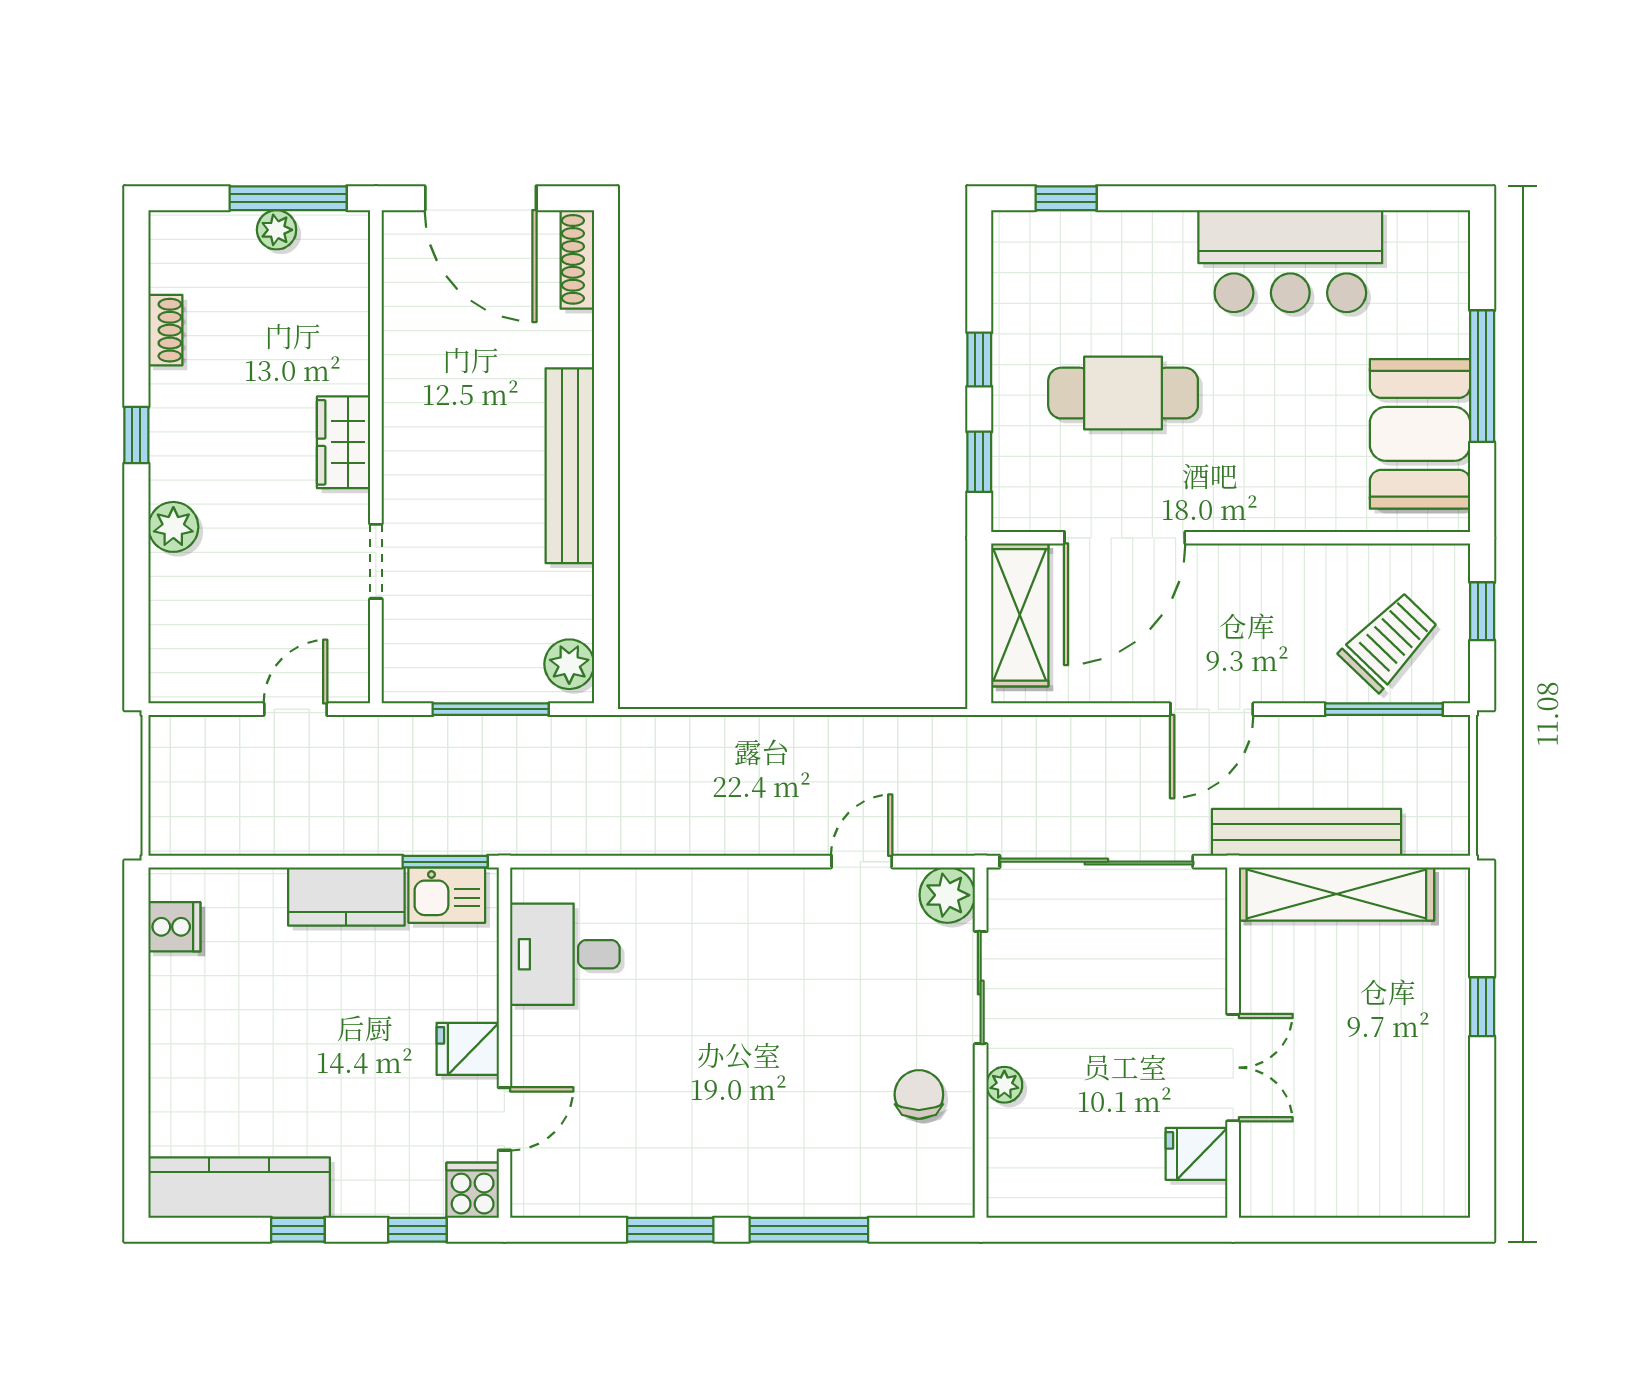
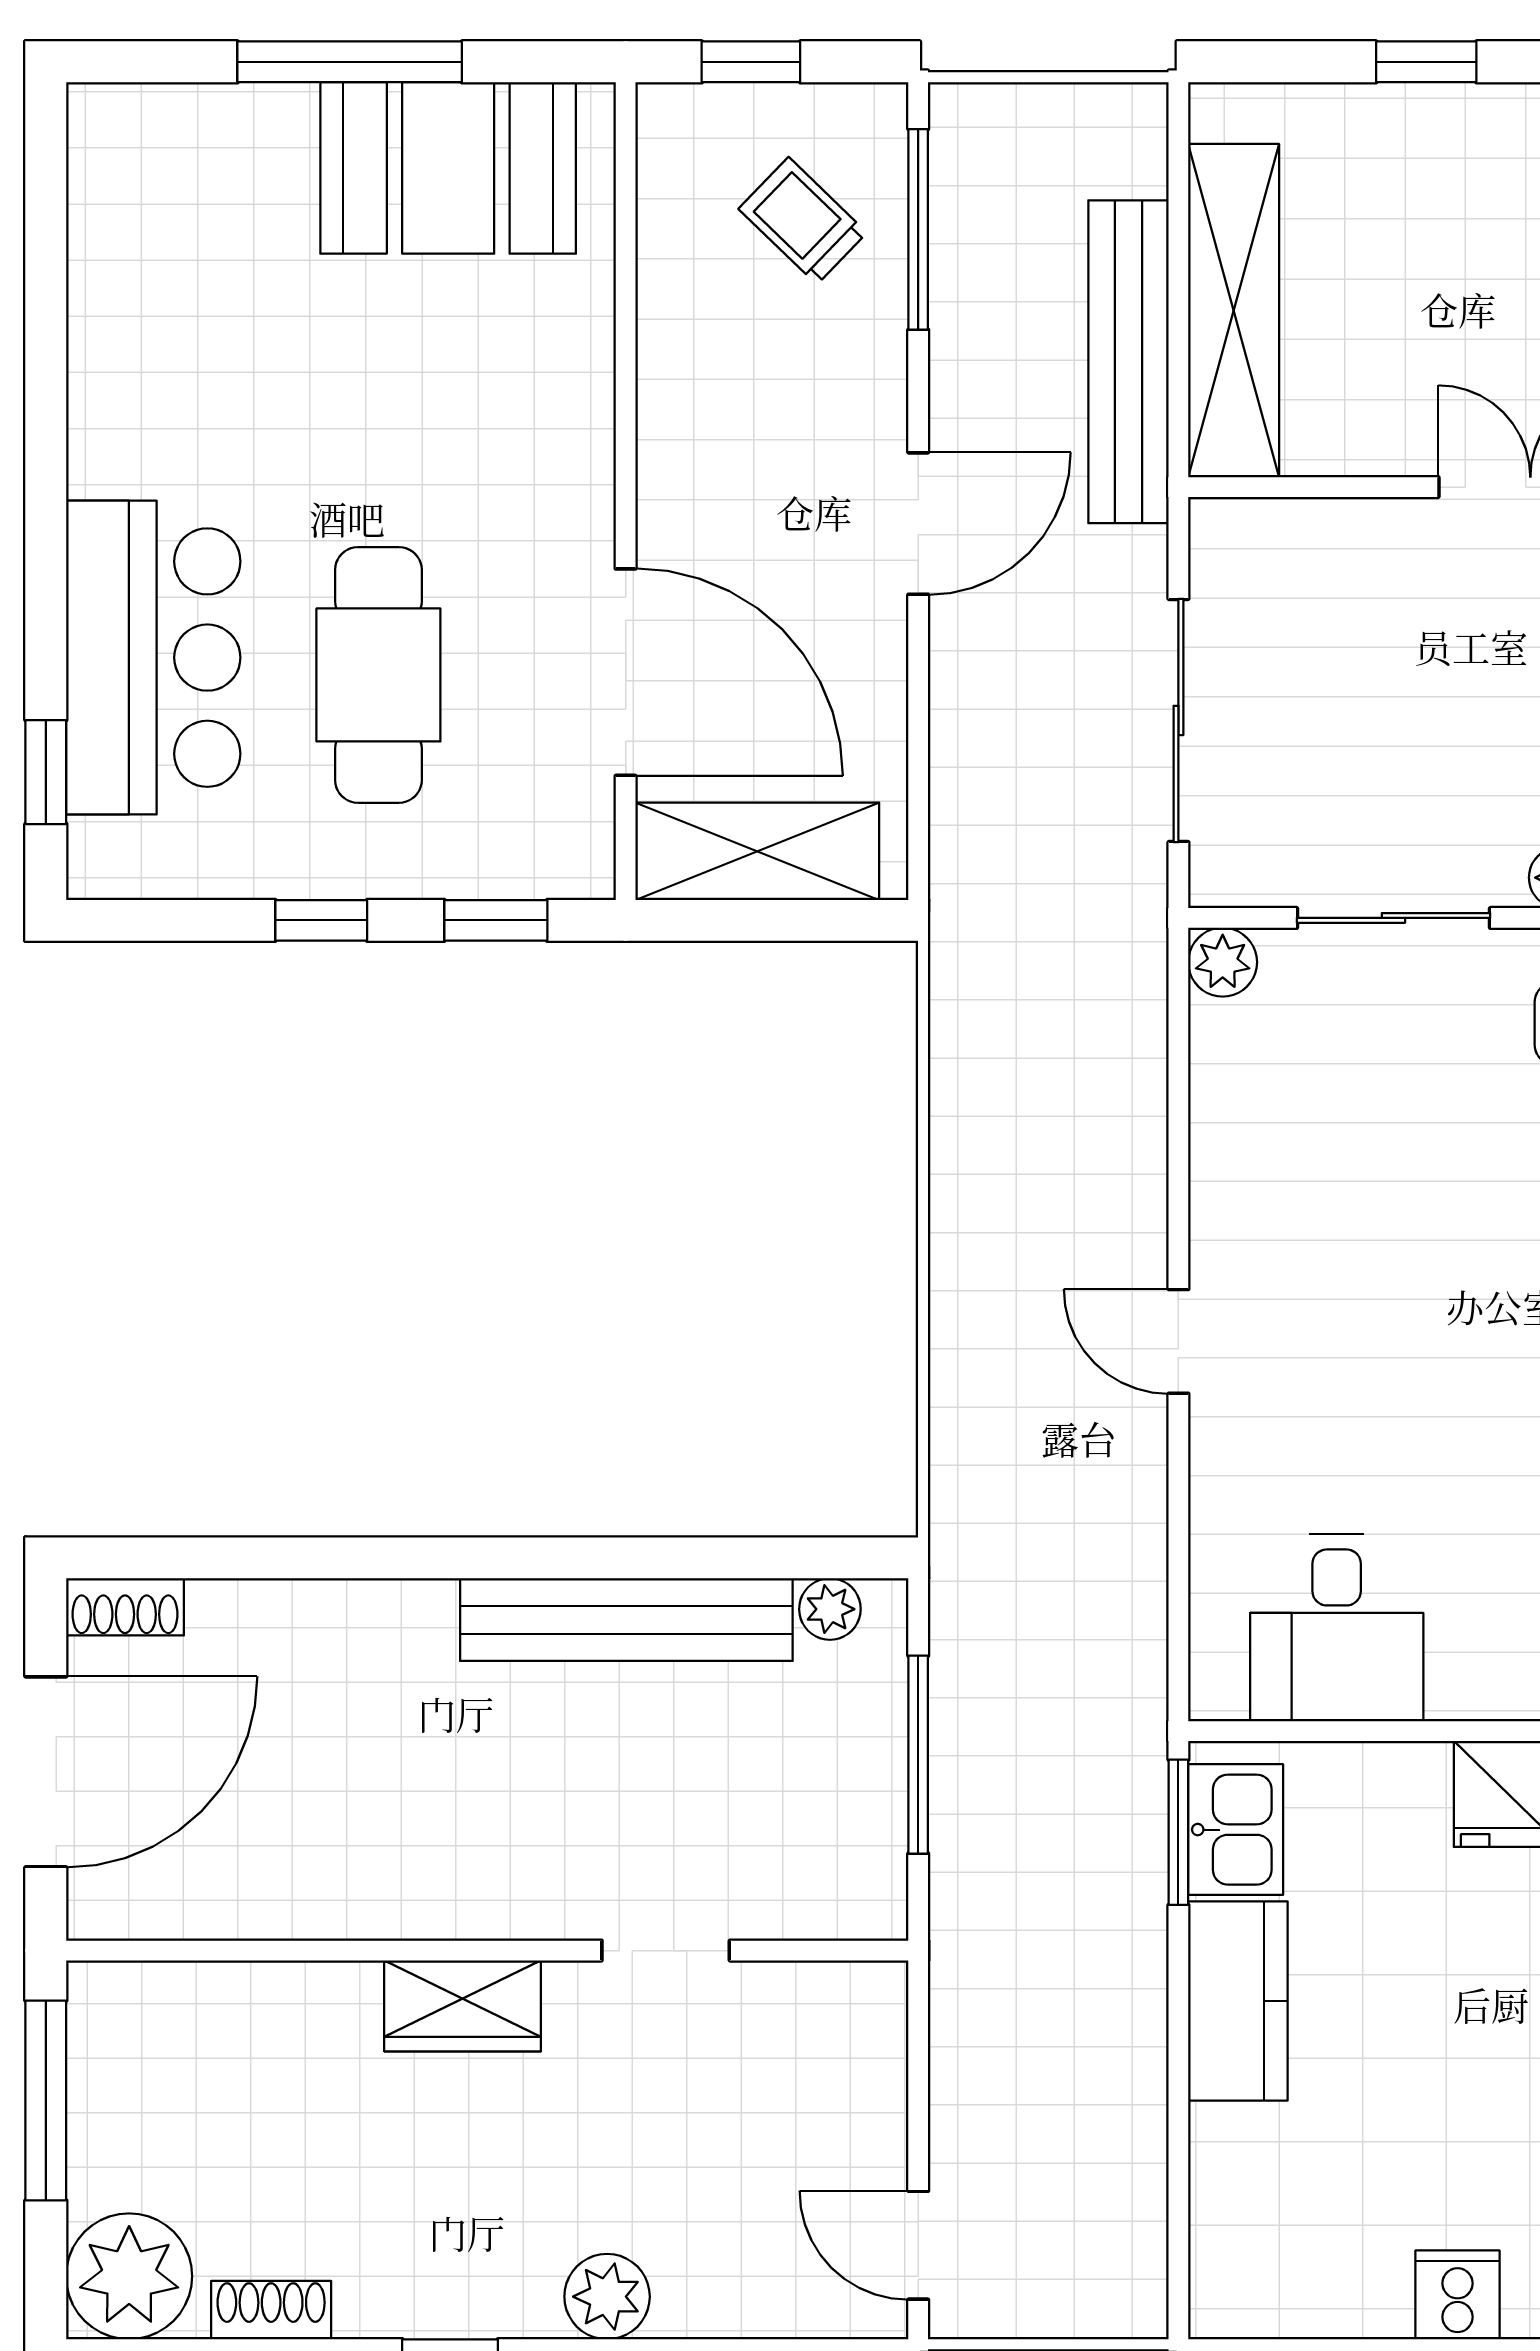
plant: (277, 230) -> (129, 2276), moved, width x1.88, depth x1.88
shoe rack: (577, 259) -> (125, 1607), width x0.70
bar counter: (1290, 261) -> (153, 658), moved
bench: (570, 466) -> (626, 1620), moved
trolley: (1389, 642) -> (803, 221), width x0.73, depth x0.72
plant: (569, 664) -> (830, 1609), width x0.73, depth x0.73
door: (295, 709) -> (918, 2245), moved
door: (1212, 709) -> (918, 524), hinge flipped
door: (862, 862) -> (1178, 1341), moved
sliding door: (1096, 862) -> (1178, 720), width x0.73
plant: (947, 895) -> (1223, 962), width x0.73, depth x0.73
cooker: (174, 927) -> (1457, 2295), moved

